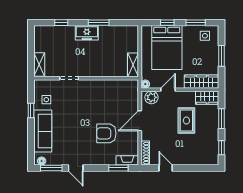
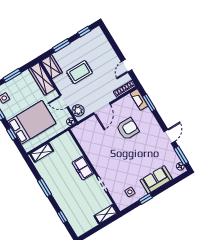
freezer: (87, 33) -> (83, 168), moved, turned 180
shelving: (133, 65) -> (42, 152), moved
door: (140, 121) -> (102, 109), hinge flipped
sofa: (43, 131) -> (156, 180), width x0.73
armchair: (106, 133) -> (128, 129), turned -90

